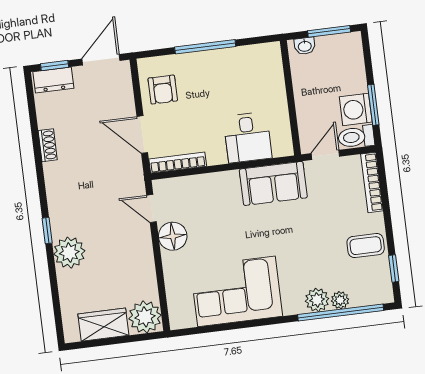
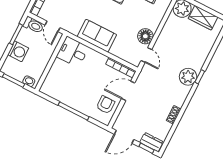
washing machine: (356, 109) -> (18, 51), moved
door: (142, 135) -> (128, 91), swing flipped
desk: (248, 137) -> (73, 52), moved, turned -90
door: (325, 155) -> (53, 26), hinge flipped
sofa: (273, 183) -> (97, 36), moved
plant: (69, 253) -> (188, 77), moved

